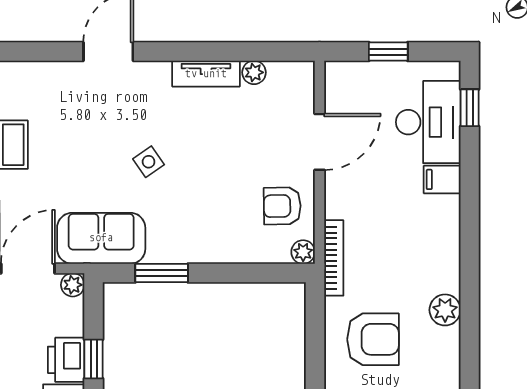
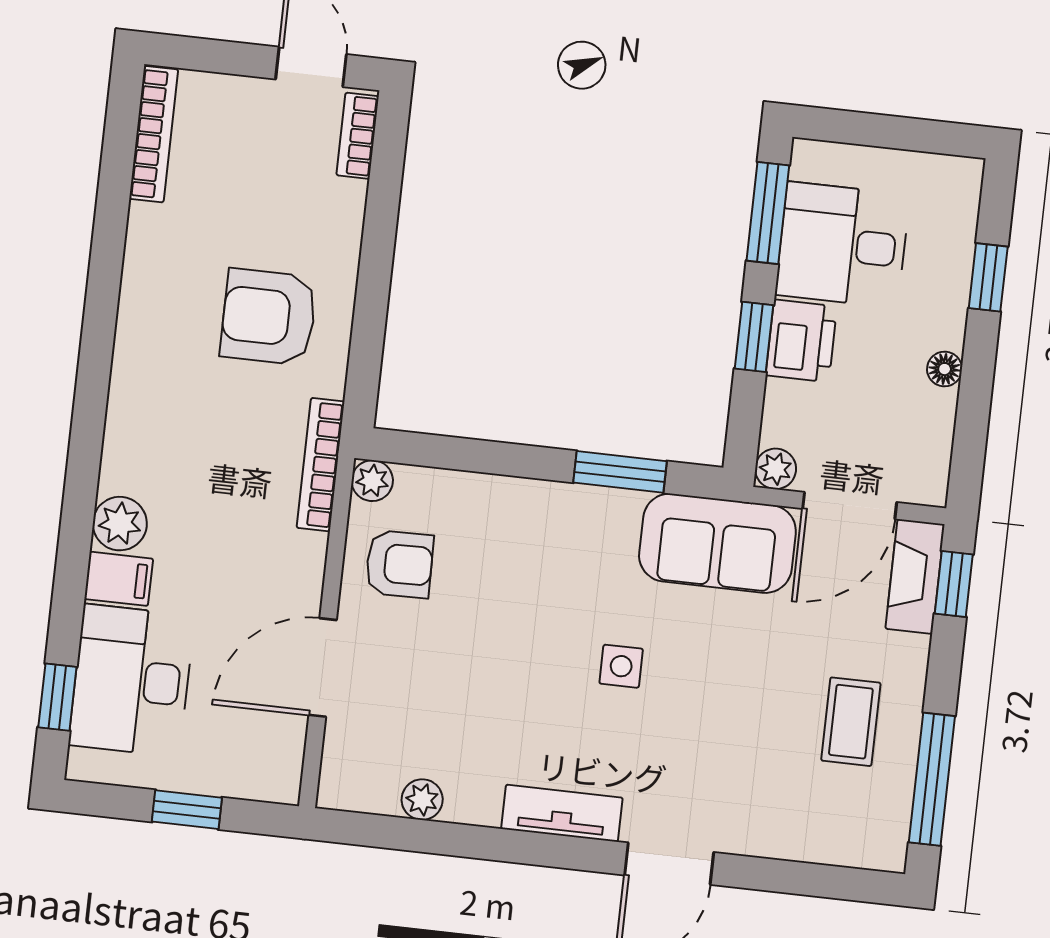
tv unit: (206, 74) -> (562, 813), moved
side table: (149, 162) -> (621, 666), turned 35
plant: (445, 310) -> (120, 524), moved

